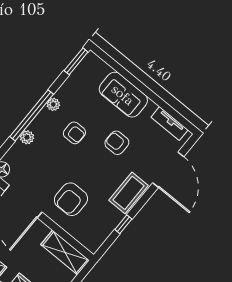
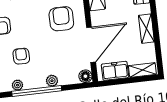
armchair: (71, 199) -> (61, 19), turned -90

